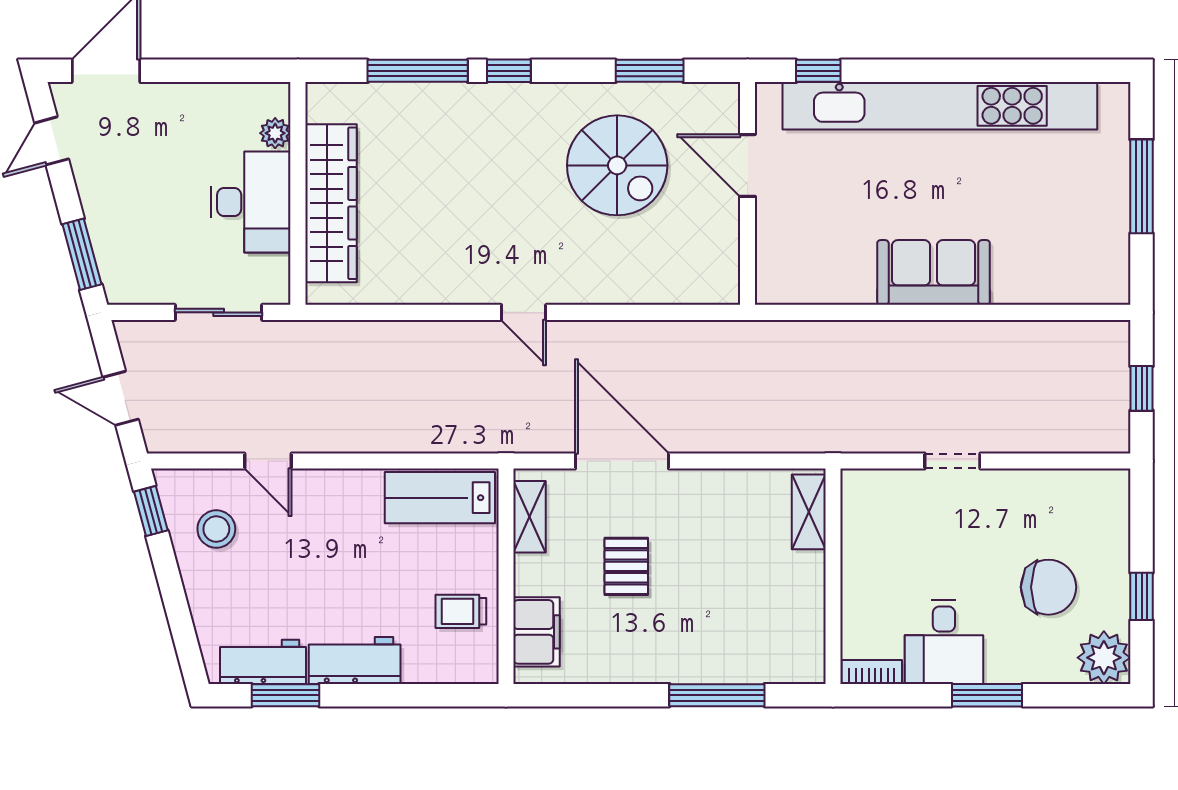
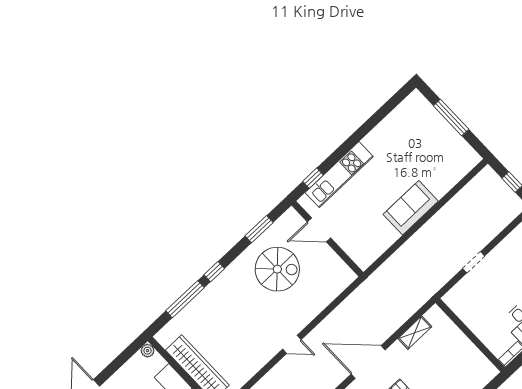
kitchen unit: (940, 106) -> (339, 175), width x0.54
plant: (275, 133) -> (148, 351), moved
shelving: (809, 512) -> (415, 333), moved, turned 90

